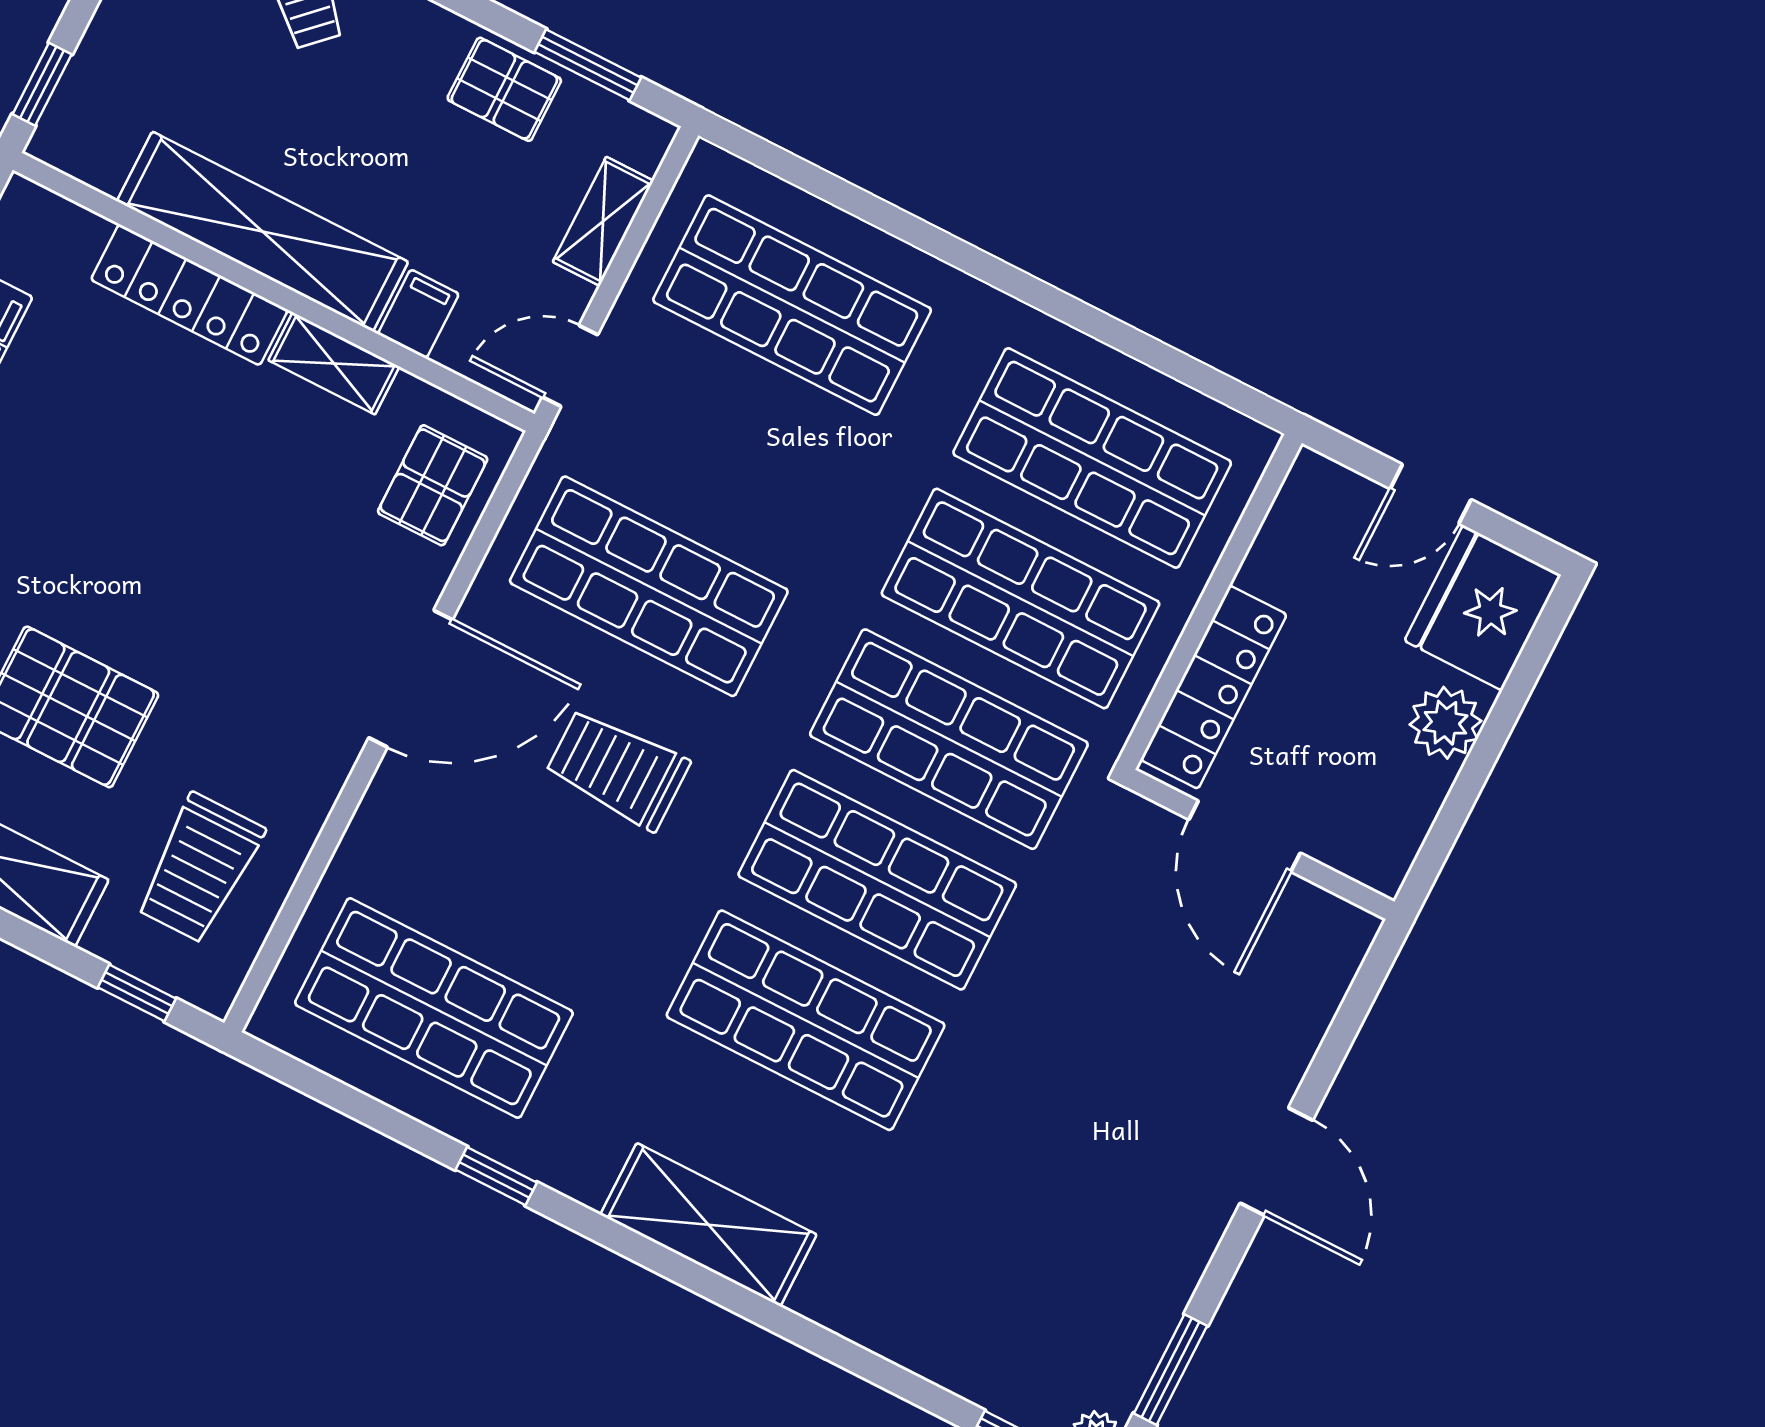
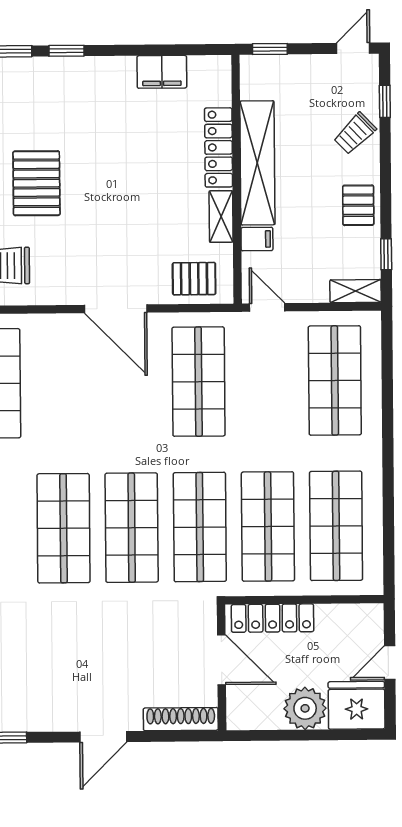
window: (588, 65) -> (386, 254), width x0.67
pallet: (504, 89) -> (358, 205), moved
shelving: (603, 221) -> (355, 291), moved
door: (1431, 494) -> (390, 663), hinge flipped
plant: (1445, 723) -> (305, 708), width x1.36, depth x1.36
trolley: (617, 769) -> (122, 406), removed
door: (1245, 836) -> (222, 660), swing flipped
shoe rack: (1323, 984) -> (181, 719), added

